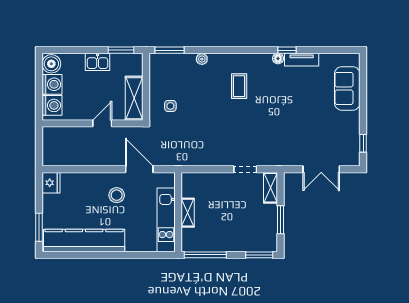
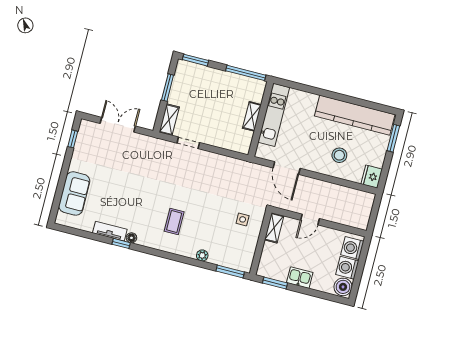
shelving: (134, 98) -> (274, 228), width x0.67, depth x0.75
stool: (117, 195) -> (339, 155), moved

